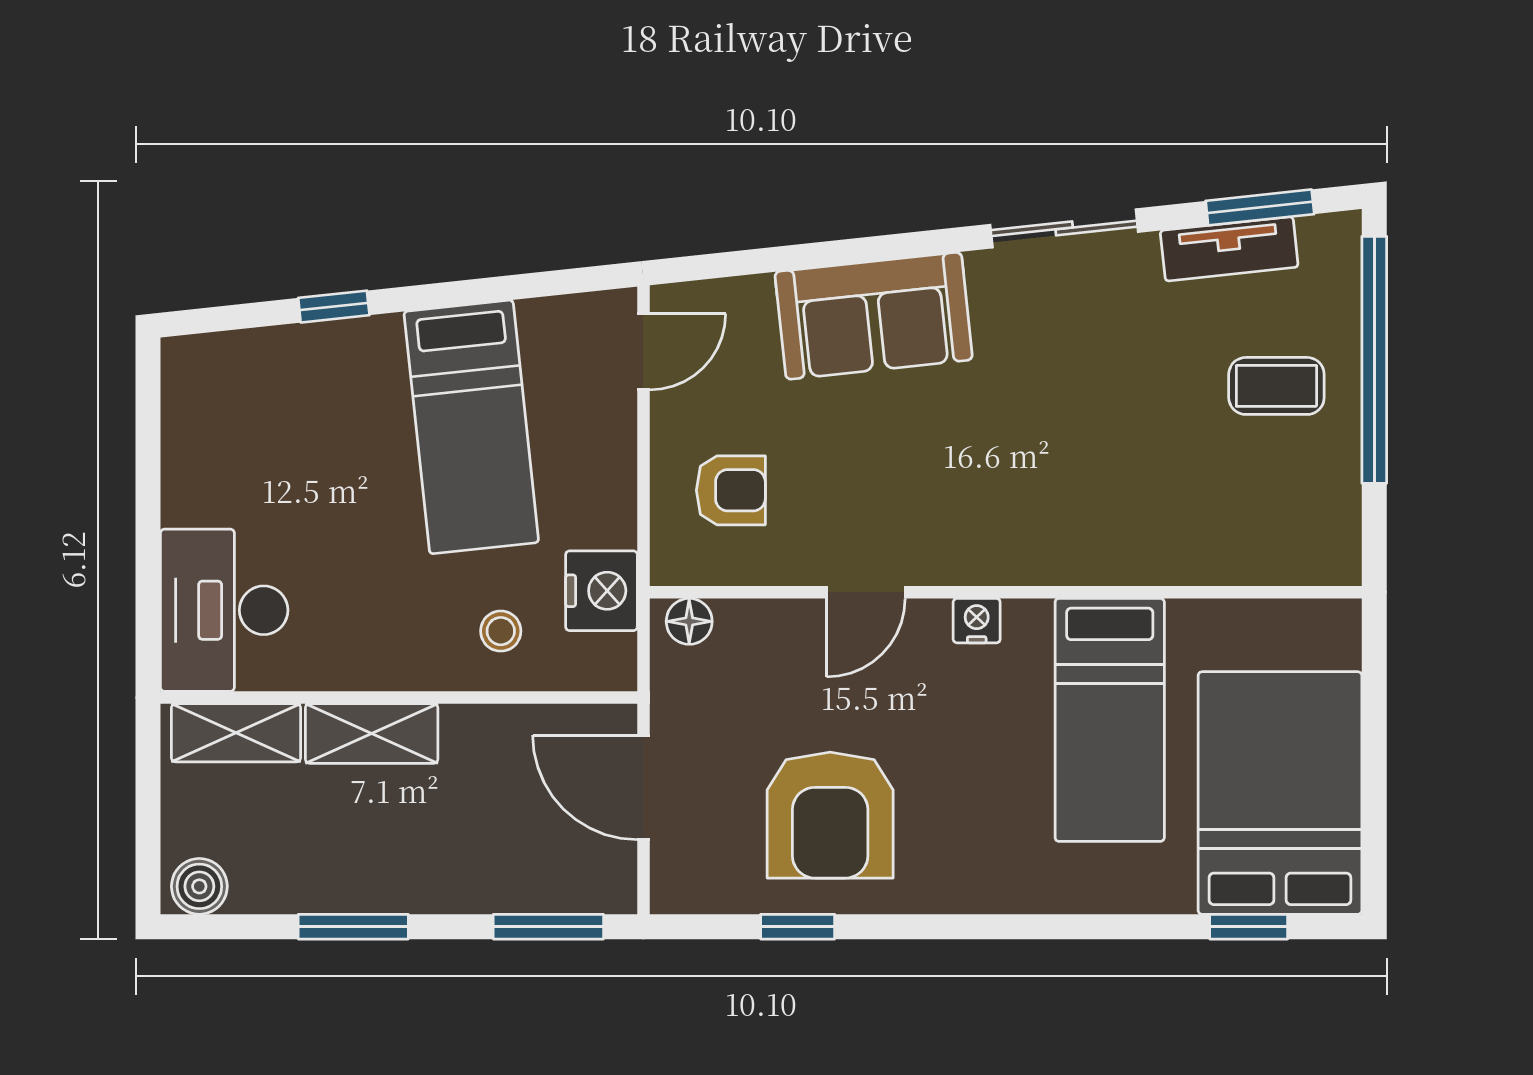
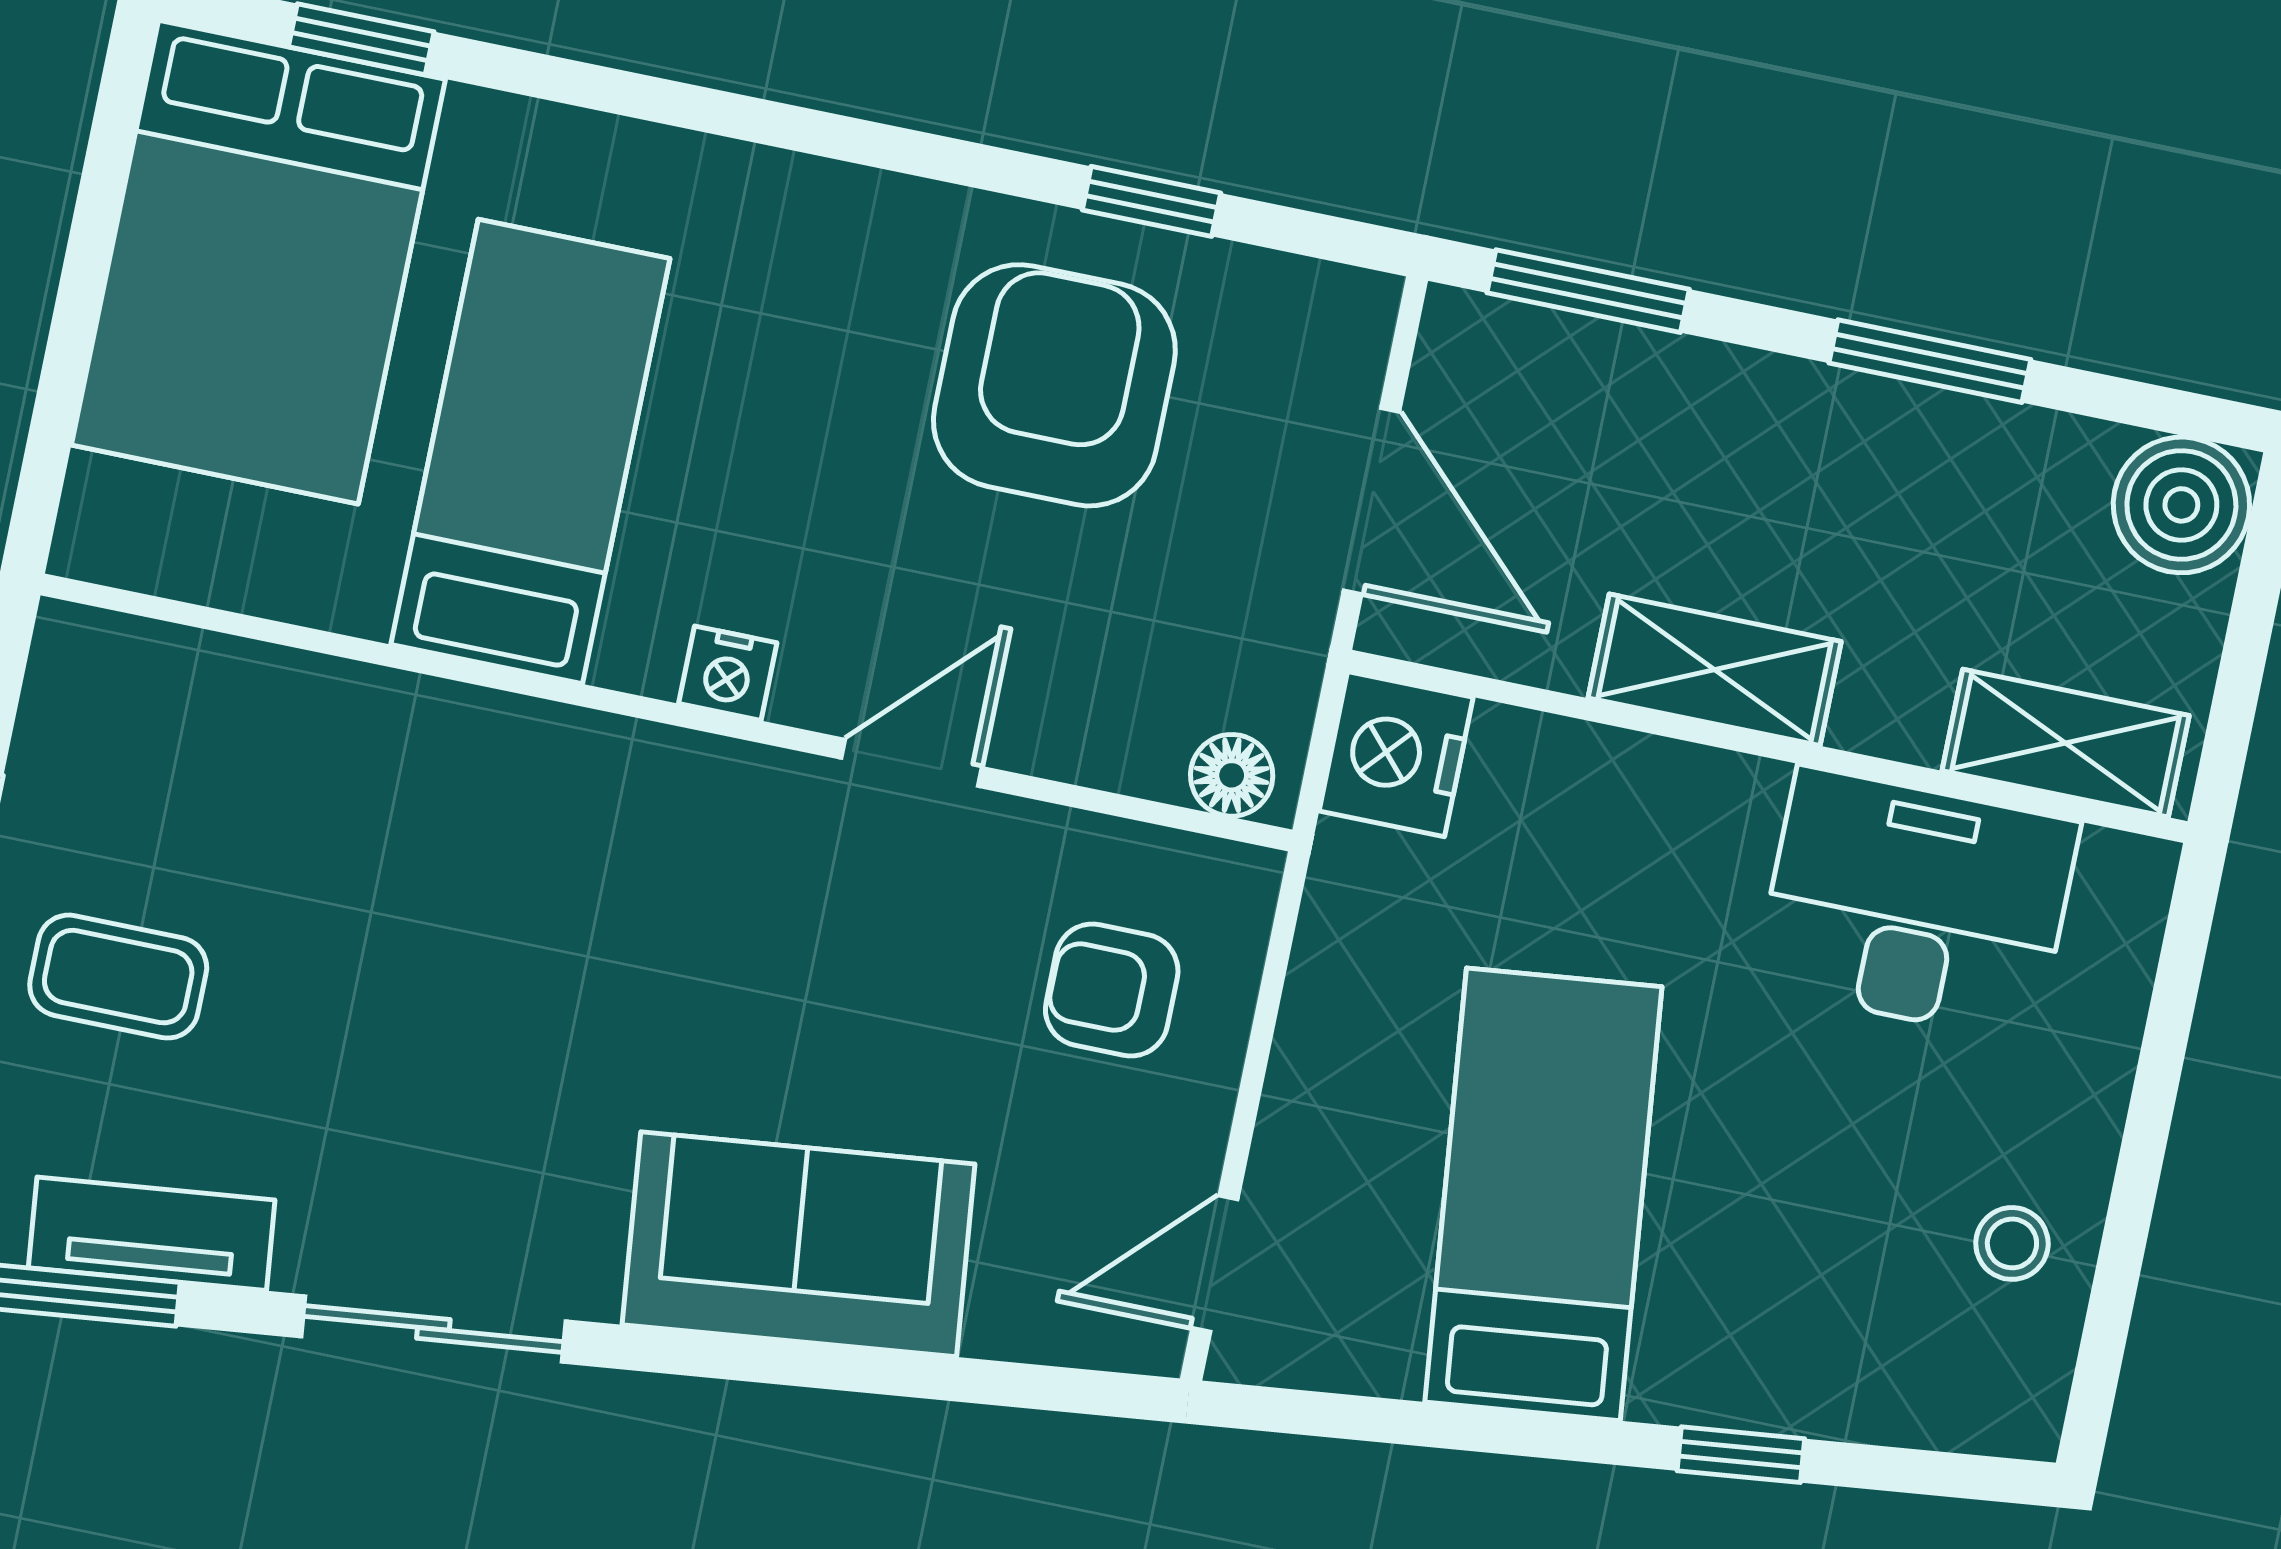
nightstand: (601, 591) -> (1396, 754), moved
desk: (224, 610) -> (1917, 905), moved, turned -90
stool: (501, 631) -> (2012, 1243), moved
shelving: (372, 733) -> (1715, 670), moved
boiler: (199, 886) -> (2181, 505), width x1.36, depth x1.36

